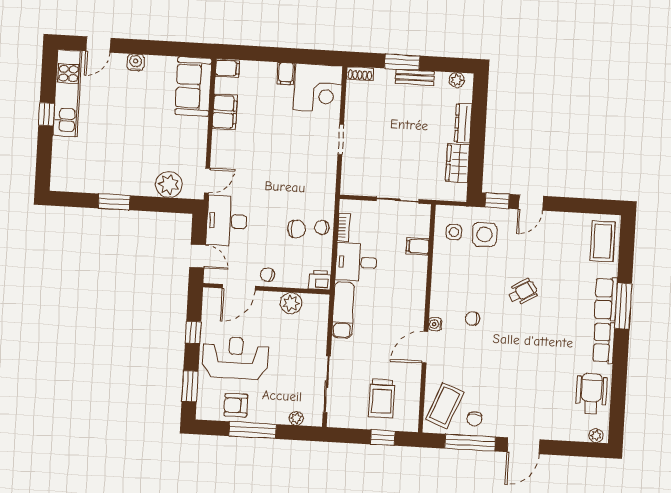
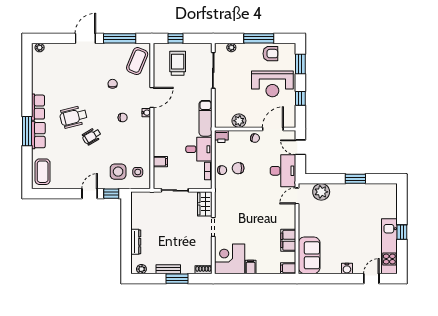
wardrobe: (458, 163) -> (205, 204), moved, turned 180
wheelchair: (591, 394) -> (73, 117), moved, turned 76
chair: (474, 419) -> (113, 84), moved

